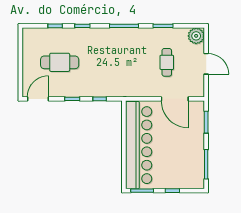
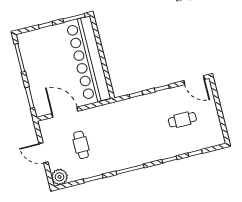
cafe table: (60, 62) -> (182, 120), width x0.73, depth x0.74
door: (38, 99) -> (194, 80), hinge flipped

